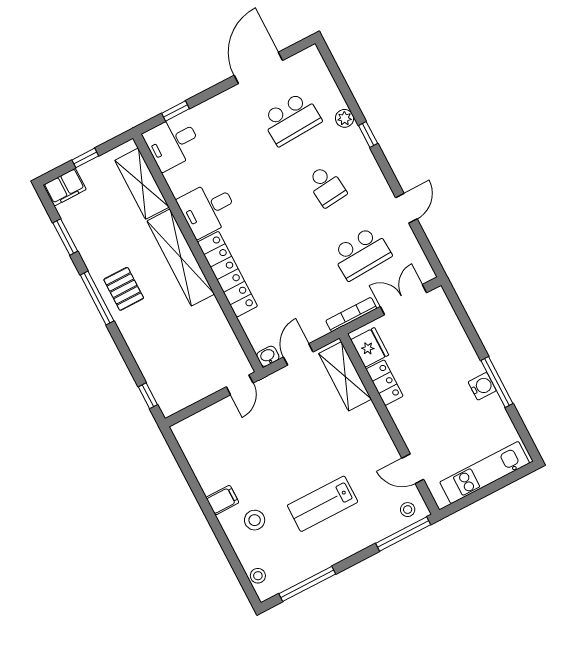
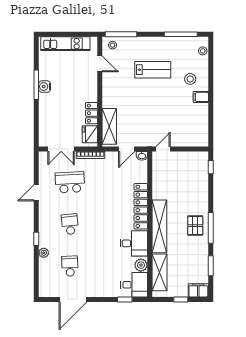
school desk: (291, 119) -> (70, 266), width x0.54
plant: (178, 180) -> (141, 265), added

